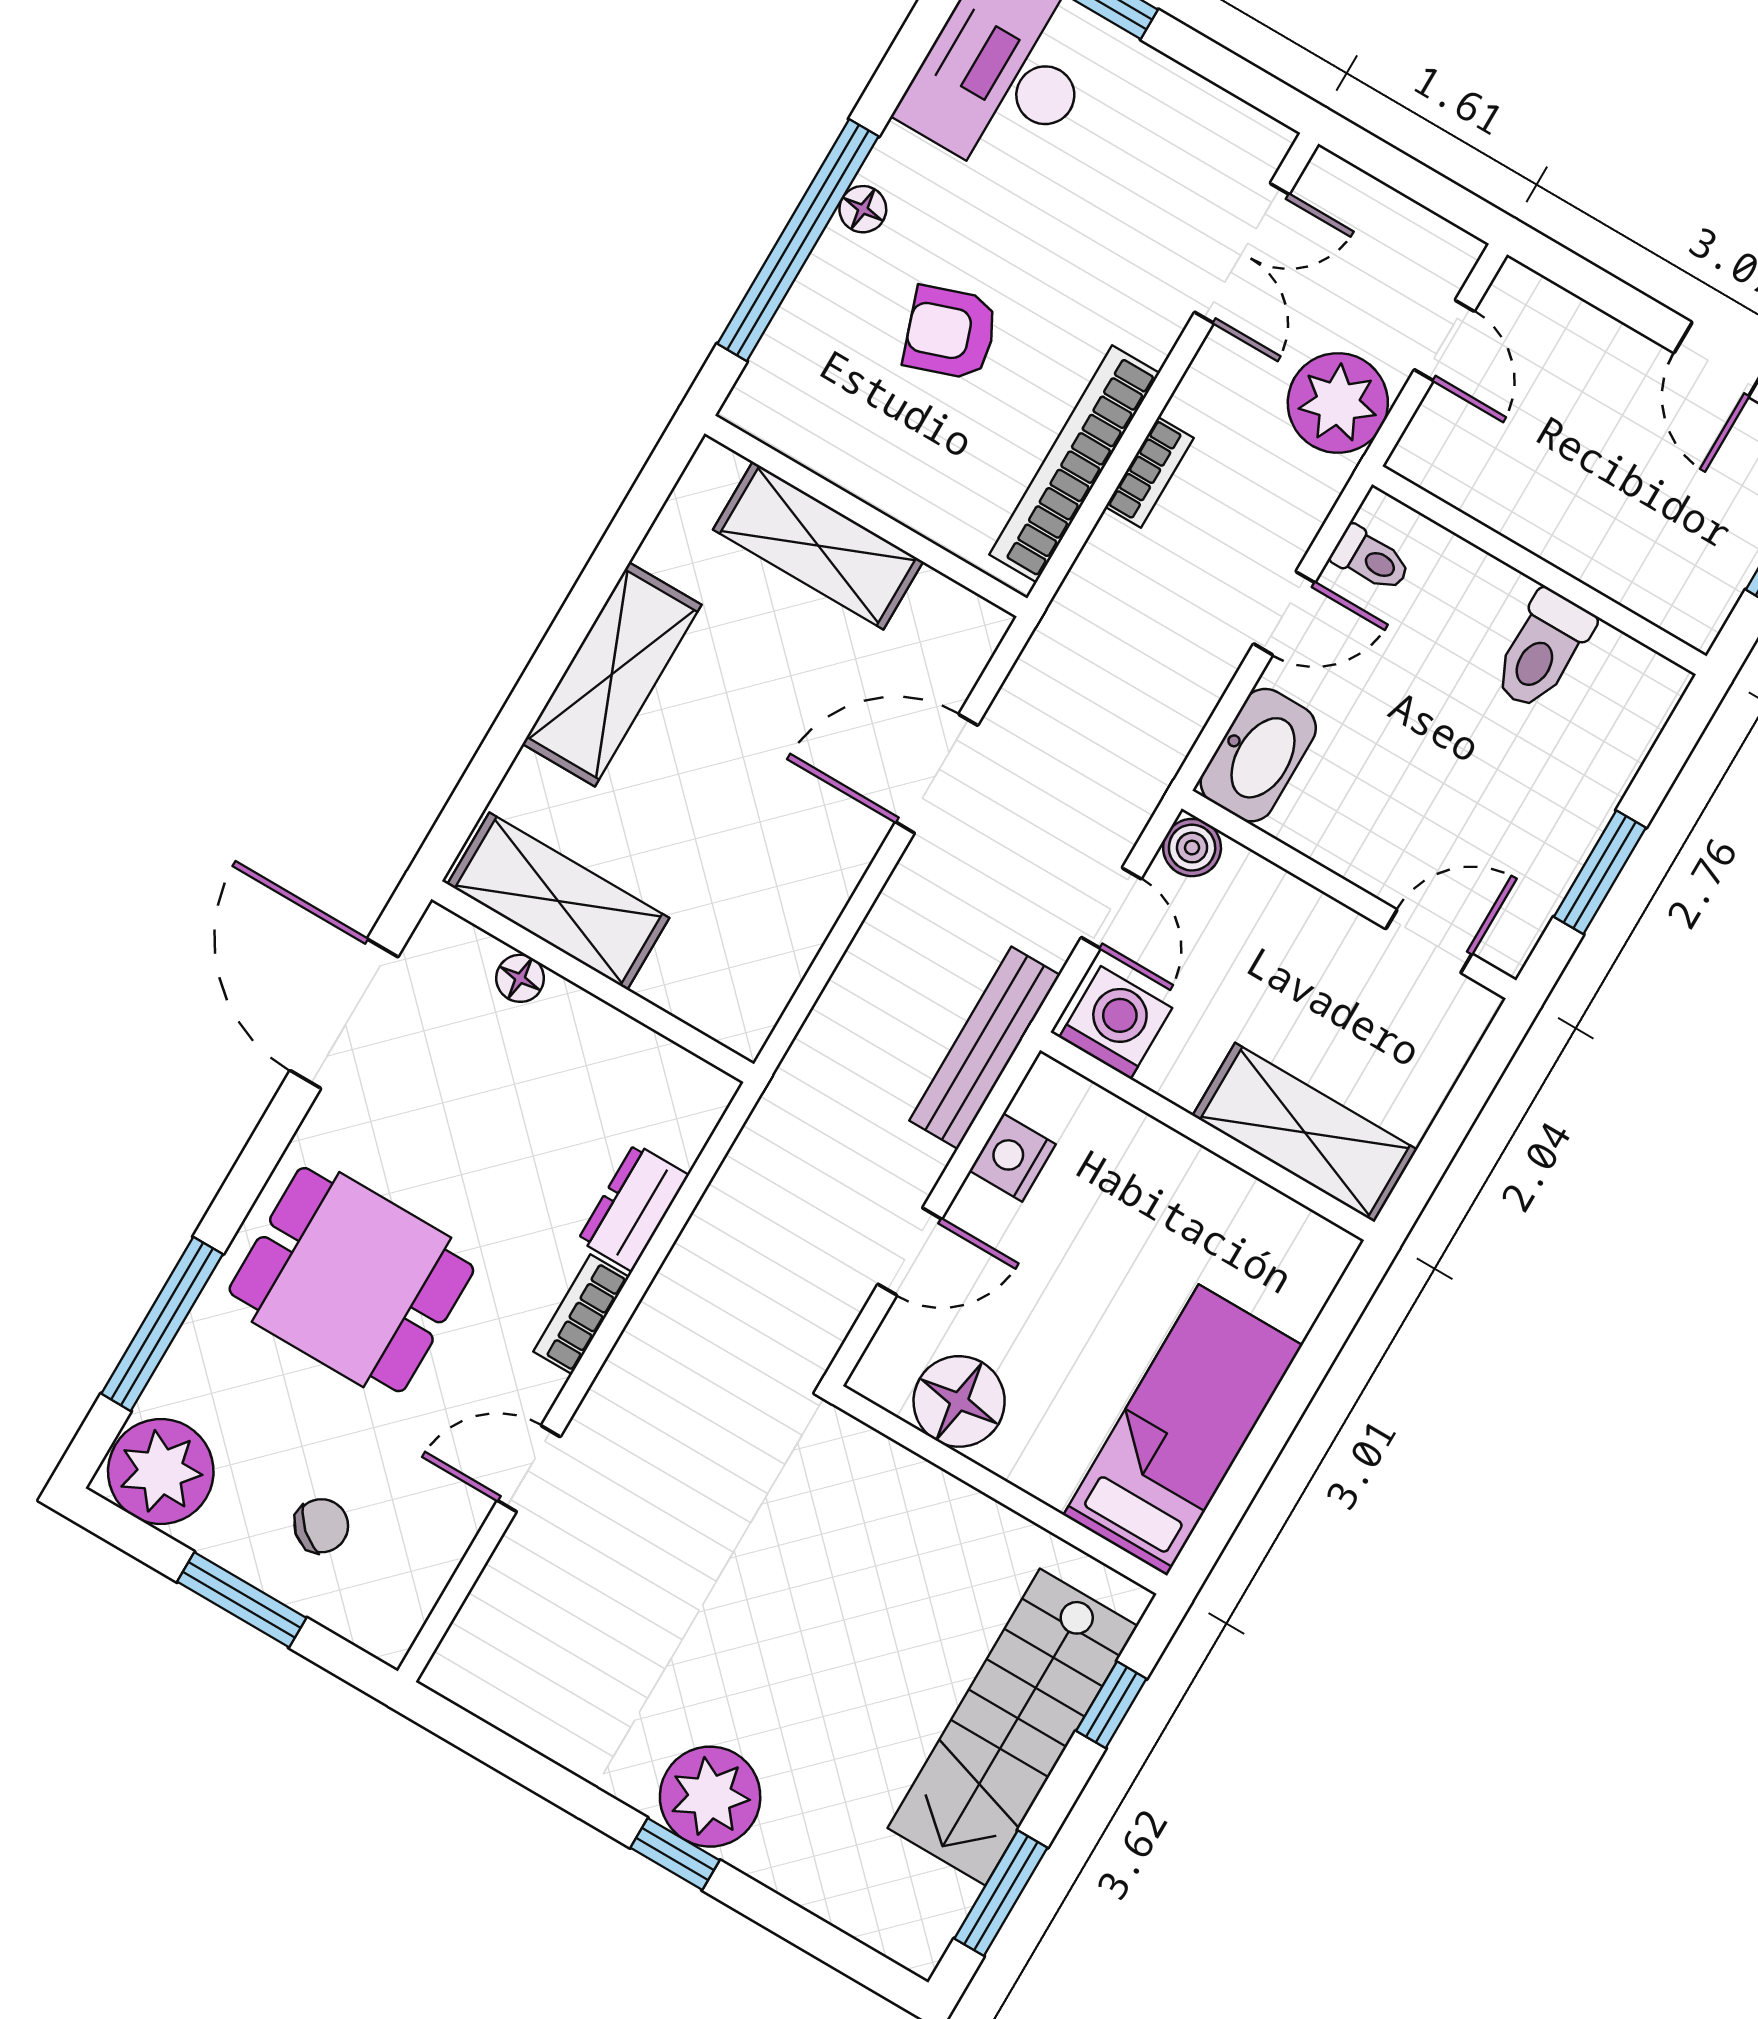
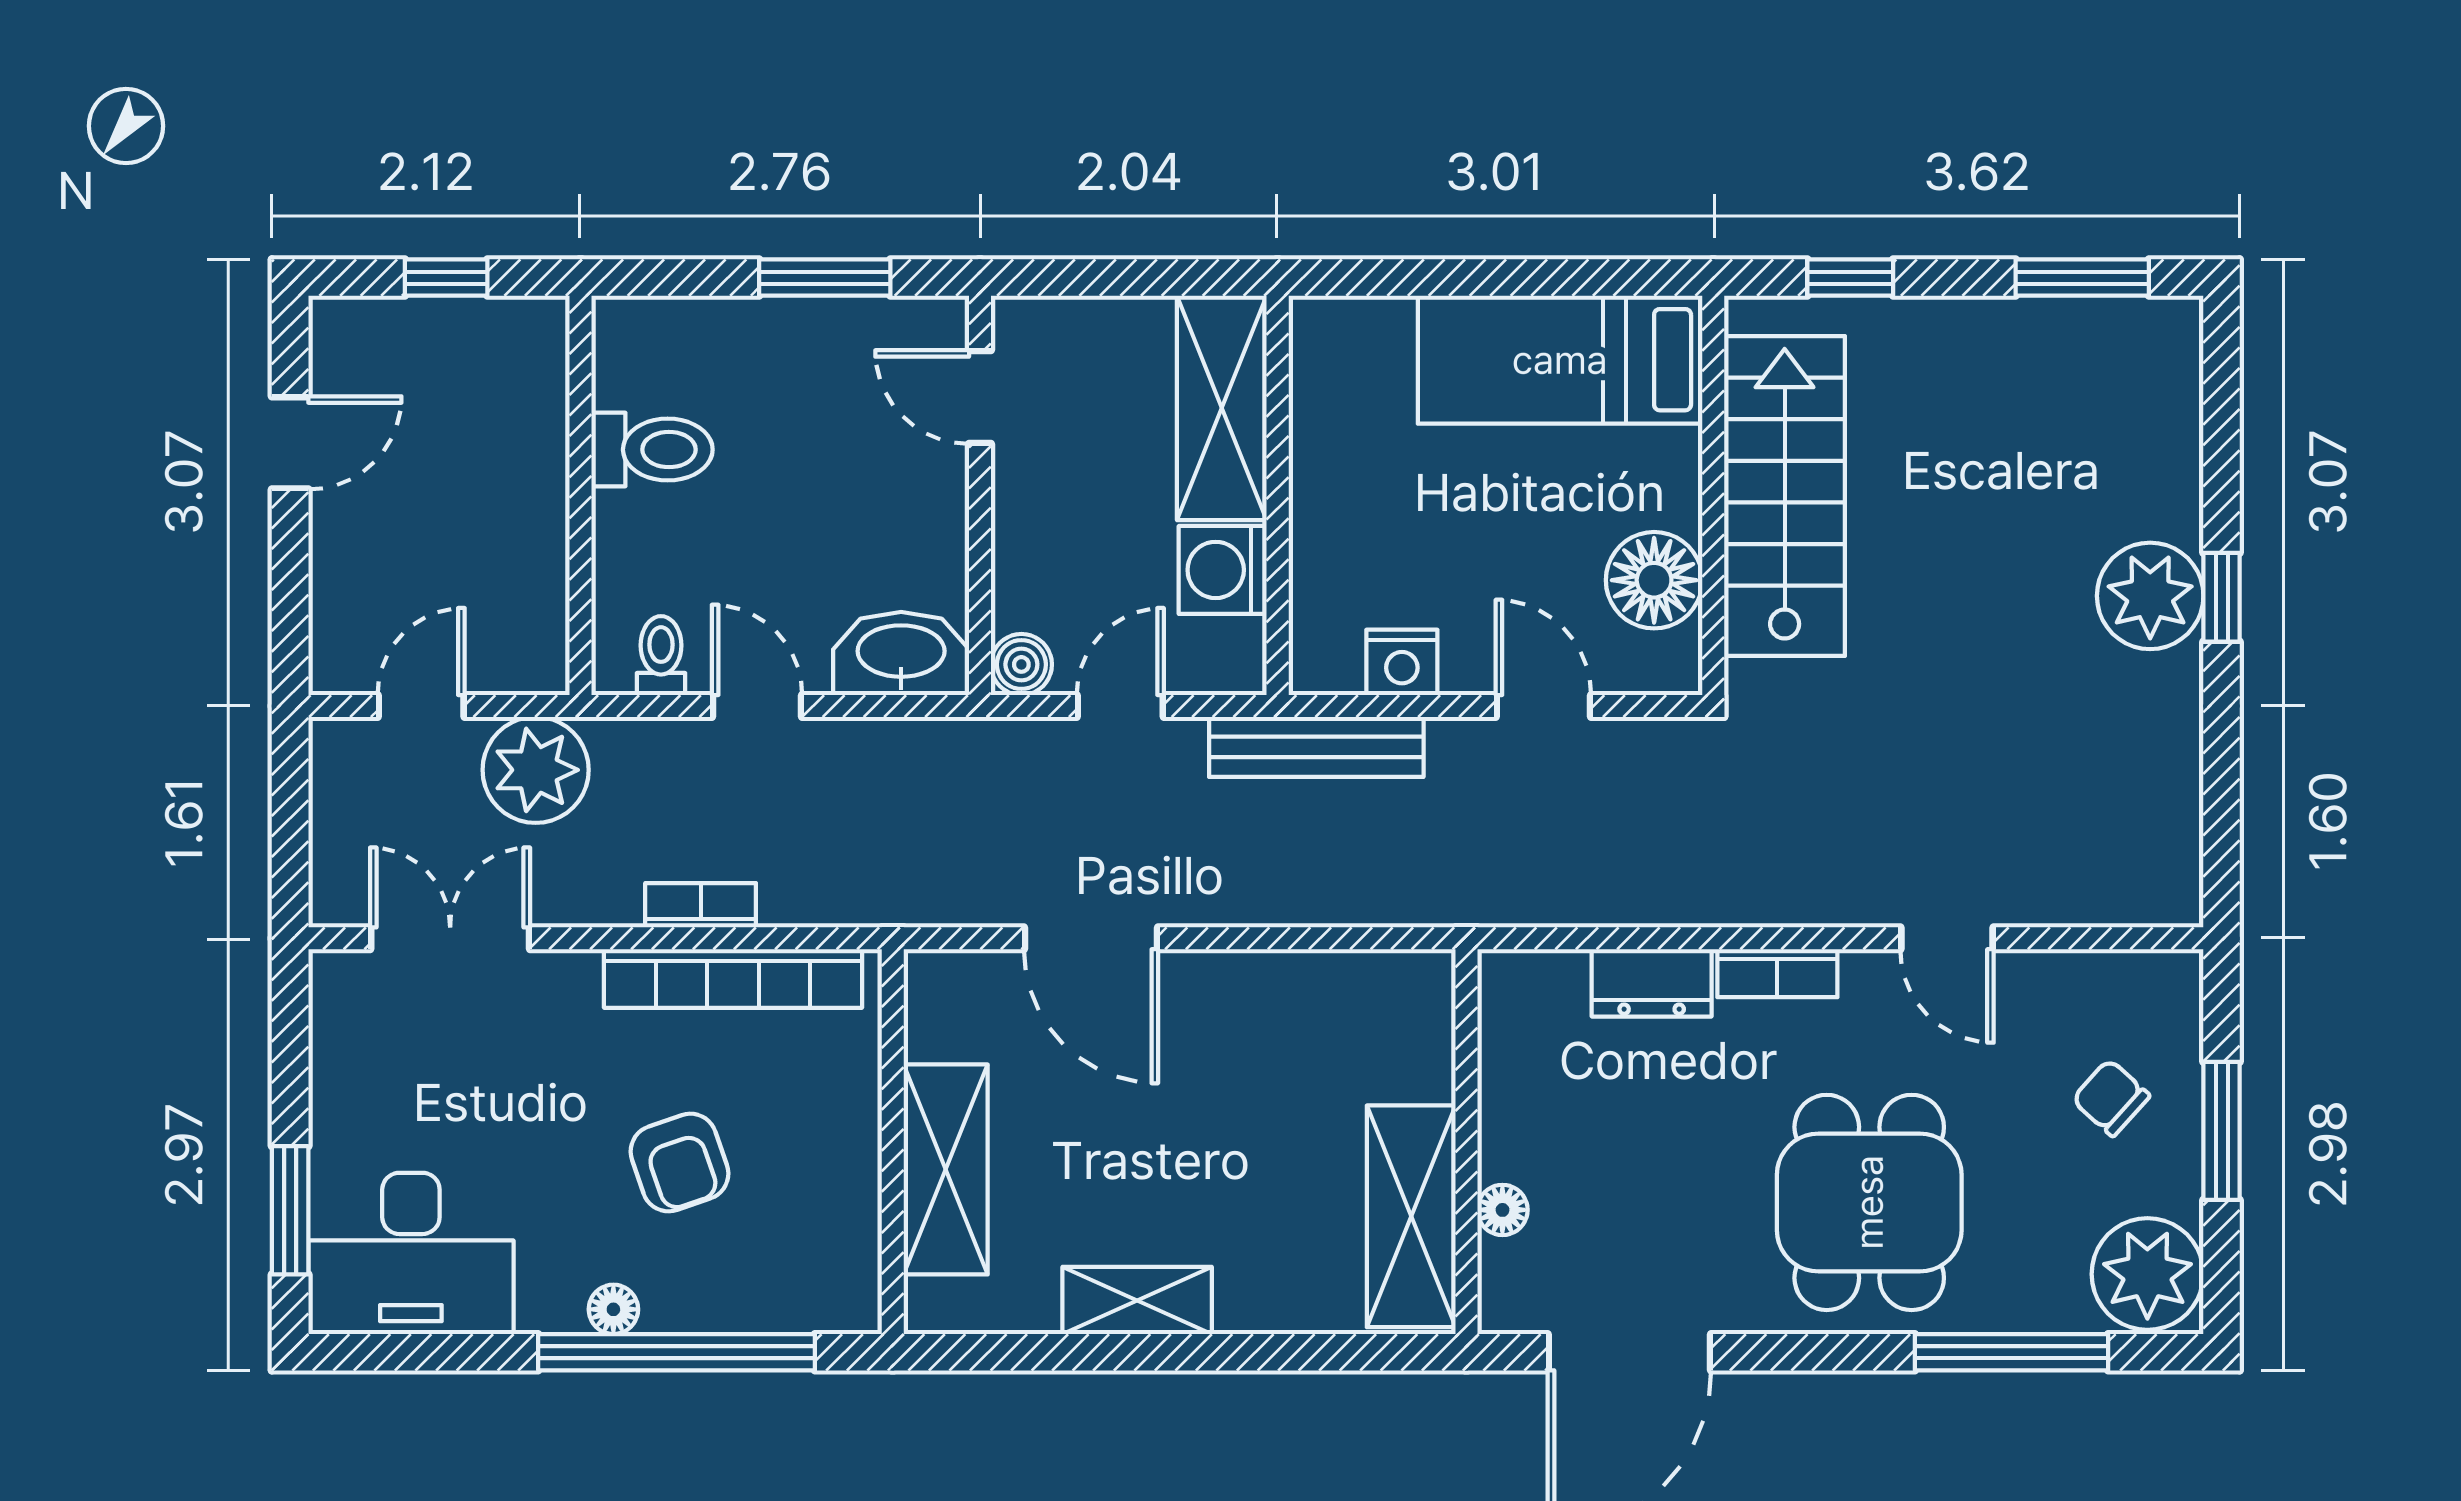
shelving: (612, 674) -> (1137, 1300), width x0.67, depth x0.75
washing machine: (1116, 1023) -> (1223, 570), moved
stairs: (1013, 1727) -> (1785, 496), moved, turned -90

